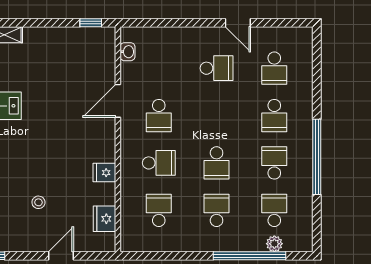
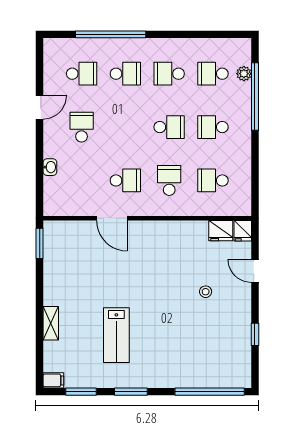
window: (91, 23) -> (40, 243), width x1.50
washbasin: (128, 52) -> (50, 167), moved, turned 90
window: (317, 157) -> (111, 34), moved
fridge: (104, 173) -> (243, 231), moved

